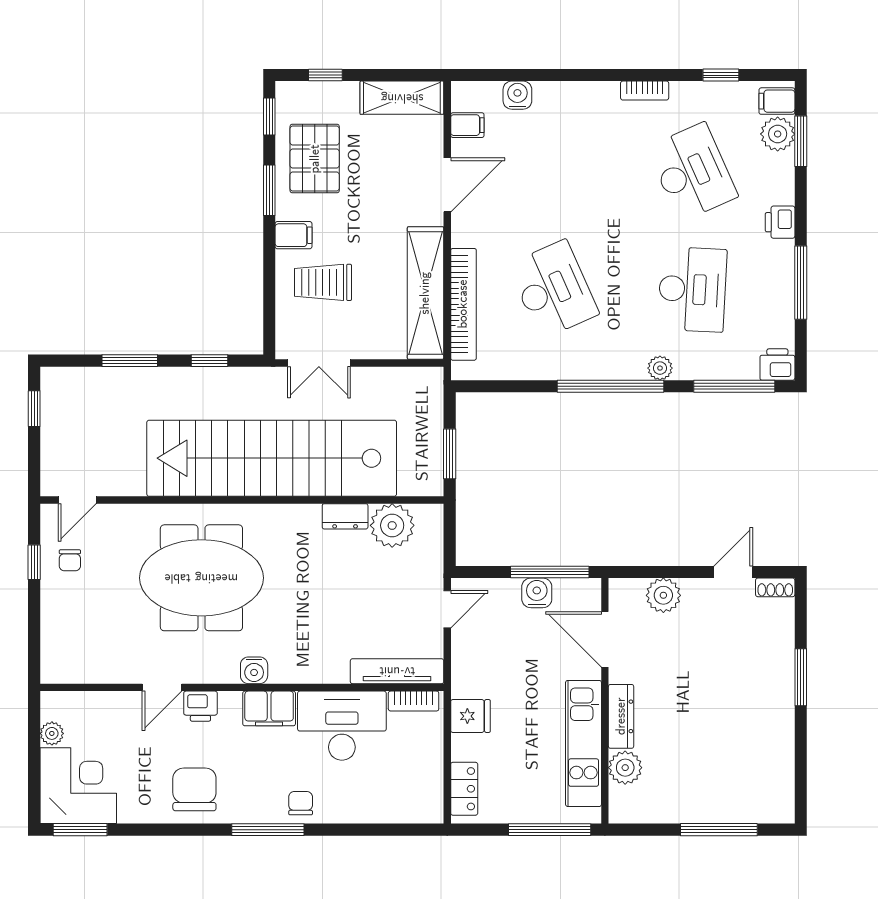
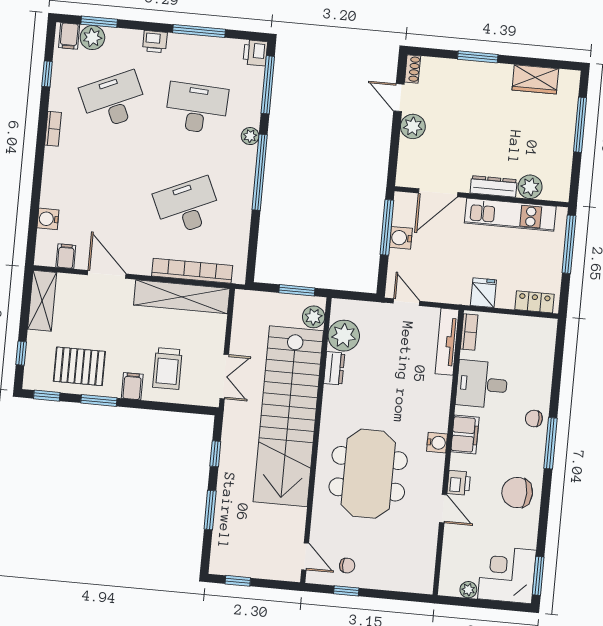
plant: (414, 481) -> (314, 317), added
plant: (663, 595) -> (413, 126), moved
desk: (342, 726) -> (482, 384), width x0.73
wardrobe: (777, 761) -> (535, 79), added

